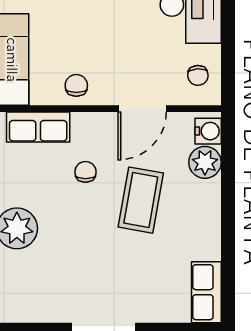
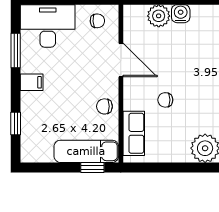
water cooler: (208, 131) -> (181, 14), moved
coffee table: (141, 200) -> (185, 61), removed

